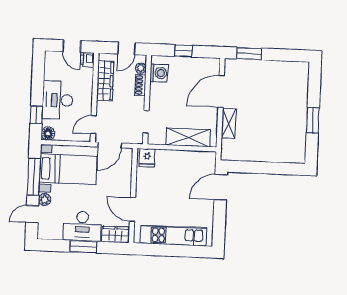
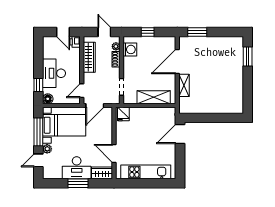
door: (126, 48) -> (104, 32), swing flipped
window: (313, 120) -> (248, 57), moved

